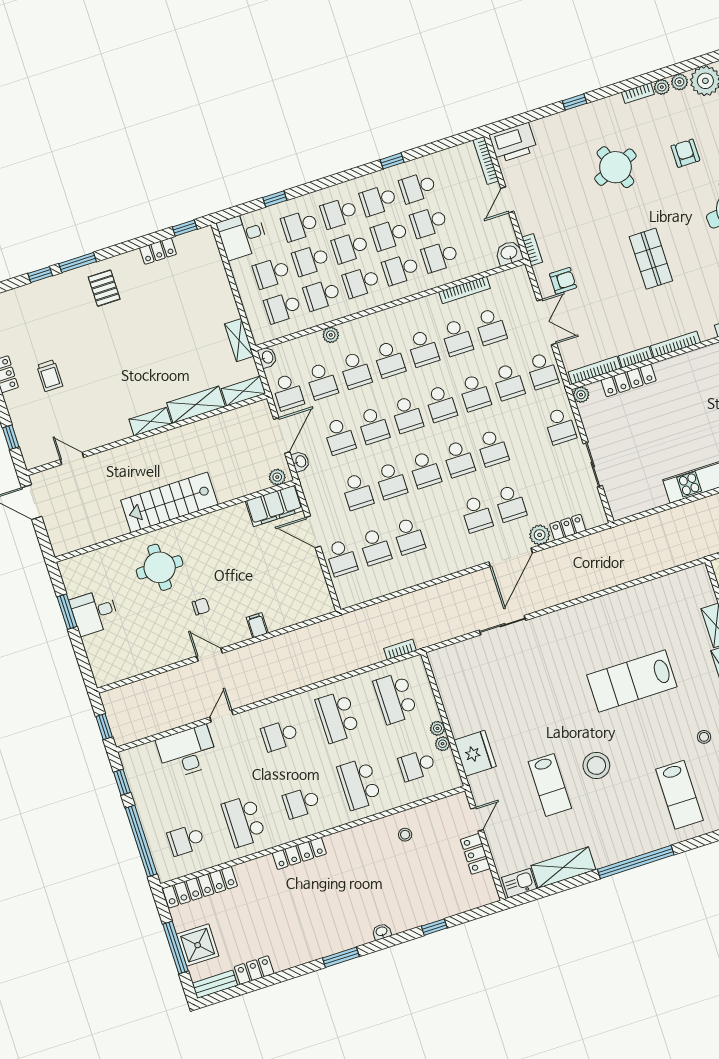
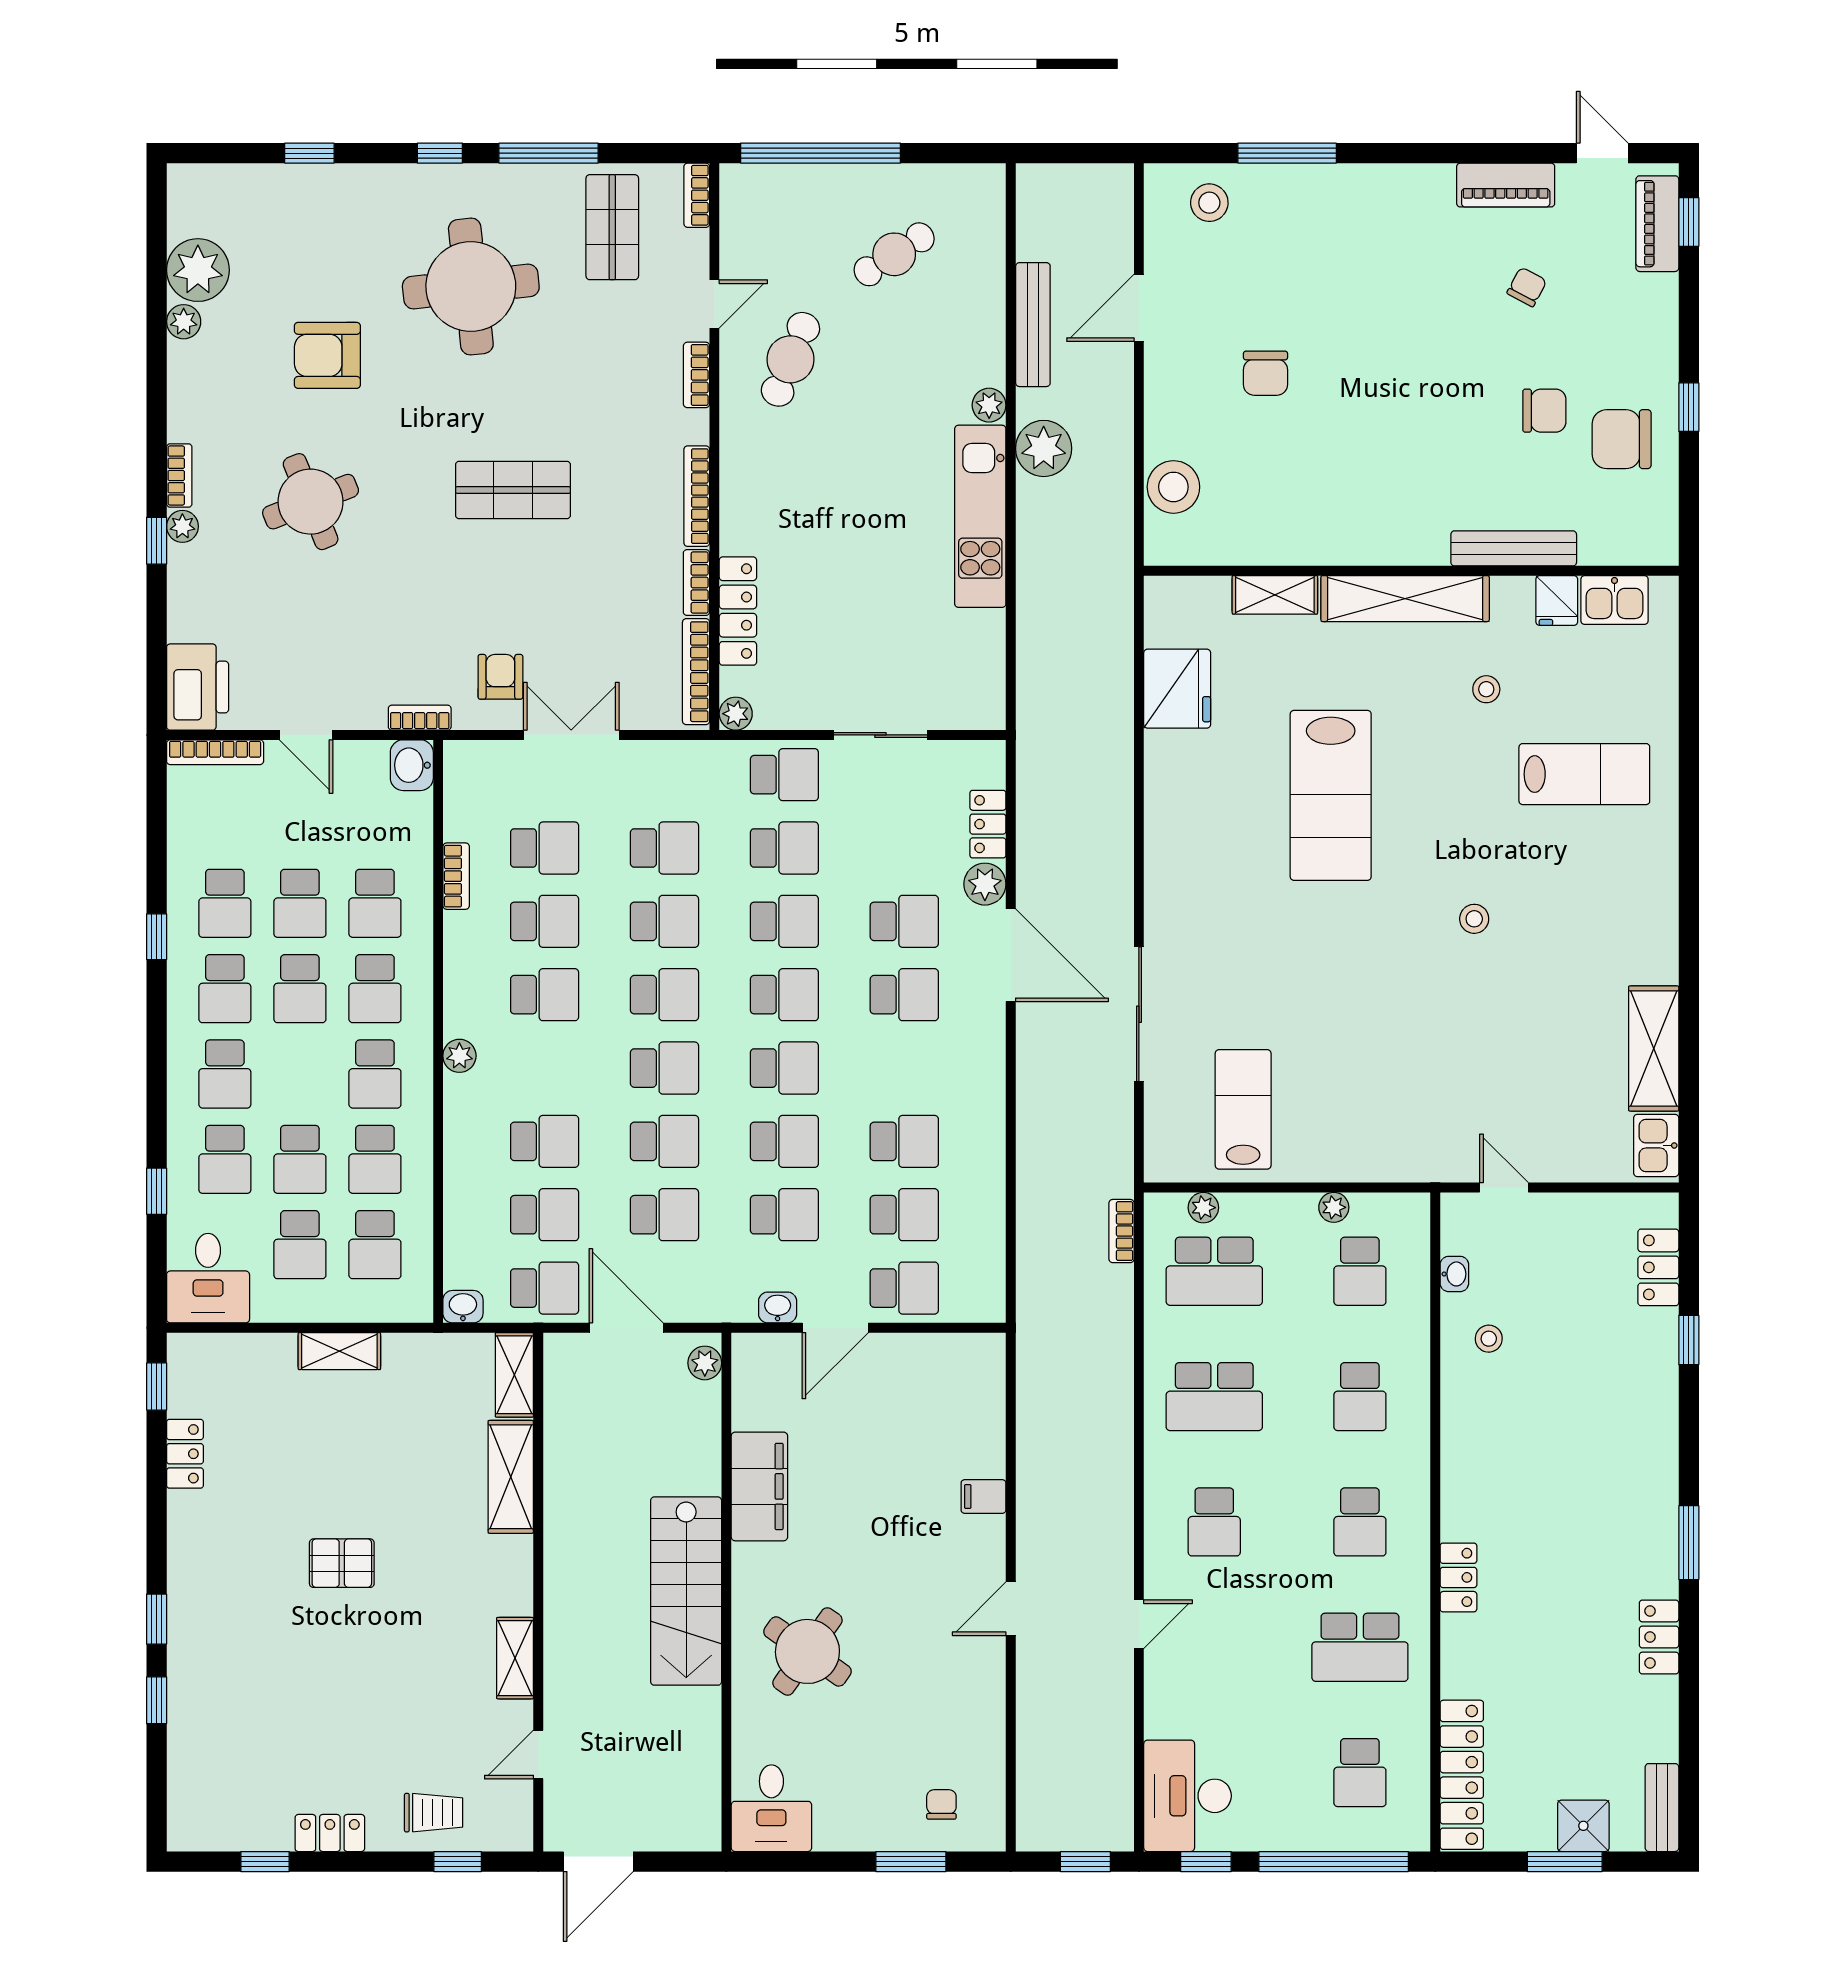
plant: (662, 87) -> (182, 526), moved
bookcase: (638, 93) -> (179, 475), moved
armchair: (685, 153) -> (327, 355), width x1.38, depth x1.38
school desk: (350, 247) -> (300, 1074), removed
window: (78, 263) -> (157, 1619), width x0.67
pallet: (104, 288) -> (342, 1563), moved
bookcase: (465, 290) -> (456, 876), width x0.64
plant: (331, 335) -> (459, 1056), moved
shelving: (239, 340) -> (339, 1351), moved
school desk: (389, 359) -> (545, 1068), removed
school desk: (542, 371) -> (784, 848), moved
trolley: (50, 376) -> (434, 1813), moved
shelving: (150, 422) -> (515, 1658), moved
washbasin: (300, 461) -> (778, 1307), moved
filing cabinet: (274, 506) -> (759, 1486), moved
round table: (160, 567) -> (807, 1651), turned 35
chair: (201, 606) -> (941, 1804), moved
window: (67, 612) -> (911, 1862), moved
desk: (94, 612) -> (771, 1808), moved
sliding door: (503, 625) -> (1139, 1014), width x1.37
door: (221, 716) -> (1139, 1624), swing flipped
plant: (437, 728) -> (1203, 1208), moved
desk: (187, 752) -> (1188, 1796), moved
fridge: (475, 753) -> (1177, 689), moved, turned 90
stool: (596, 765) -> (1474, 919), width x0.53, depth x0.53
school desk: (359, 784) -> (1360, 1397), width x0.54
lab bench: (550, 785) -> (1243, 1109), moved, turned -90
locker: (299, 853) -> (1458, 1577), width x0.66
locker: (475, 854) -> (1658, 1267), moved, turned 90
window: (636, 862) -> (1689, 903), removed
washbasin: (382, 932) -> (1454, 1274), moved, turned 180
shower: (198, 945) -> (1583, 1826), width x0.73, depth x0.73
window: (175, 947) -> (1565, 1862), width x0.69
locker: (254, 970) -> (1659, 1637), moved

